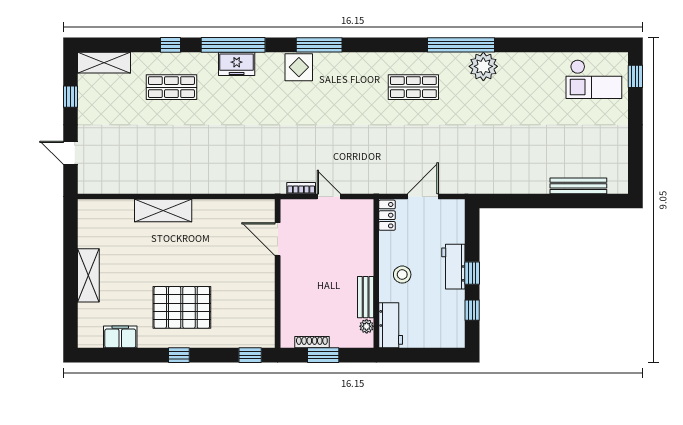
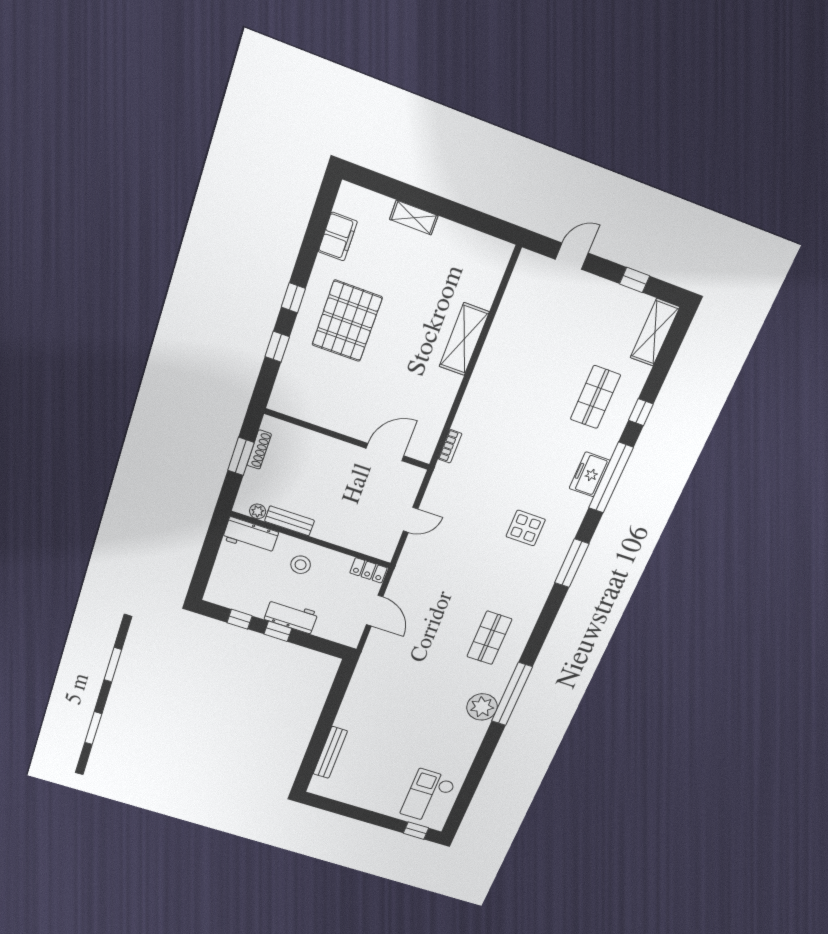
display table: (299, 67) -> (526, 528), moved
bookcase: (301, 188) -> (450, 446), moved
shelving: (88, 275) -> (414, 218), width x0.67, depth x0.75
window: (250, 355) -> (277, 347), moved

